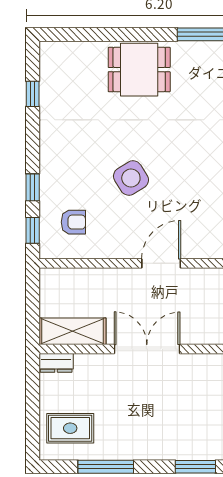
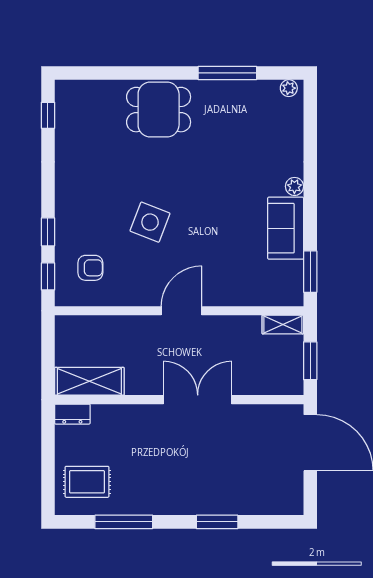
window: (33, 94) -> (48, 115), moved
side table: (131, 178) -> (150, 222), turned -37
double door: (147, 349) -> (198, 400), moved

